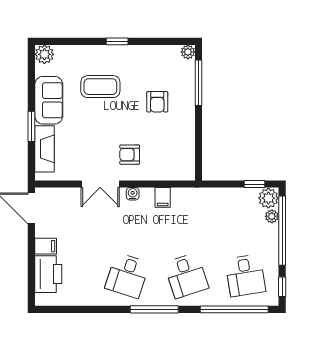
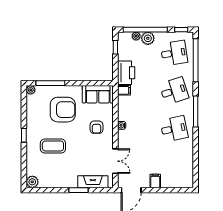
coffee table: (100, 87) -> (53, 146), turned 90
sofa: (49, 100) -> (98, 94), moved, turned 180
armchair: (157, 102) -> (63, 110), width x1.88, depth x1.88
double door: (100, 184) -> (115, 161), moved
filing cabinet: (163, 197) -> (124, 90), moved
plant: (268, 198) -> (148, 38), moved
printer: (48, 274) -> (126, 73), moved, turned 90
desk: (127, 276) -> (174, 129), turned -30

